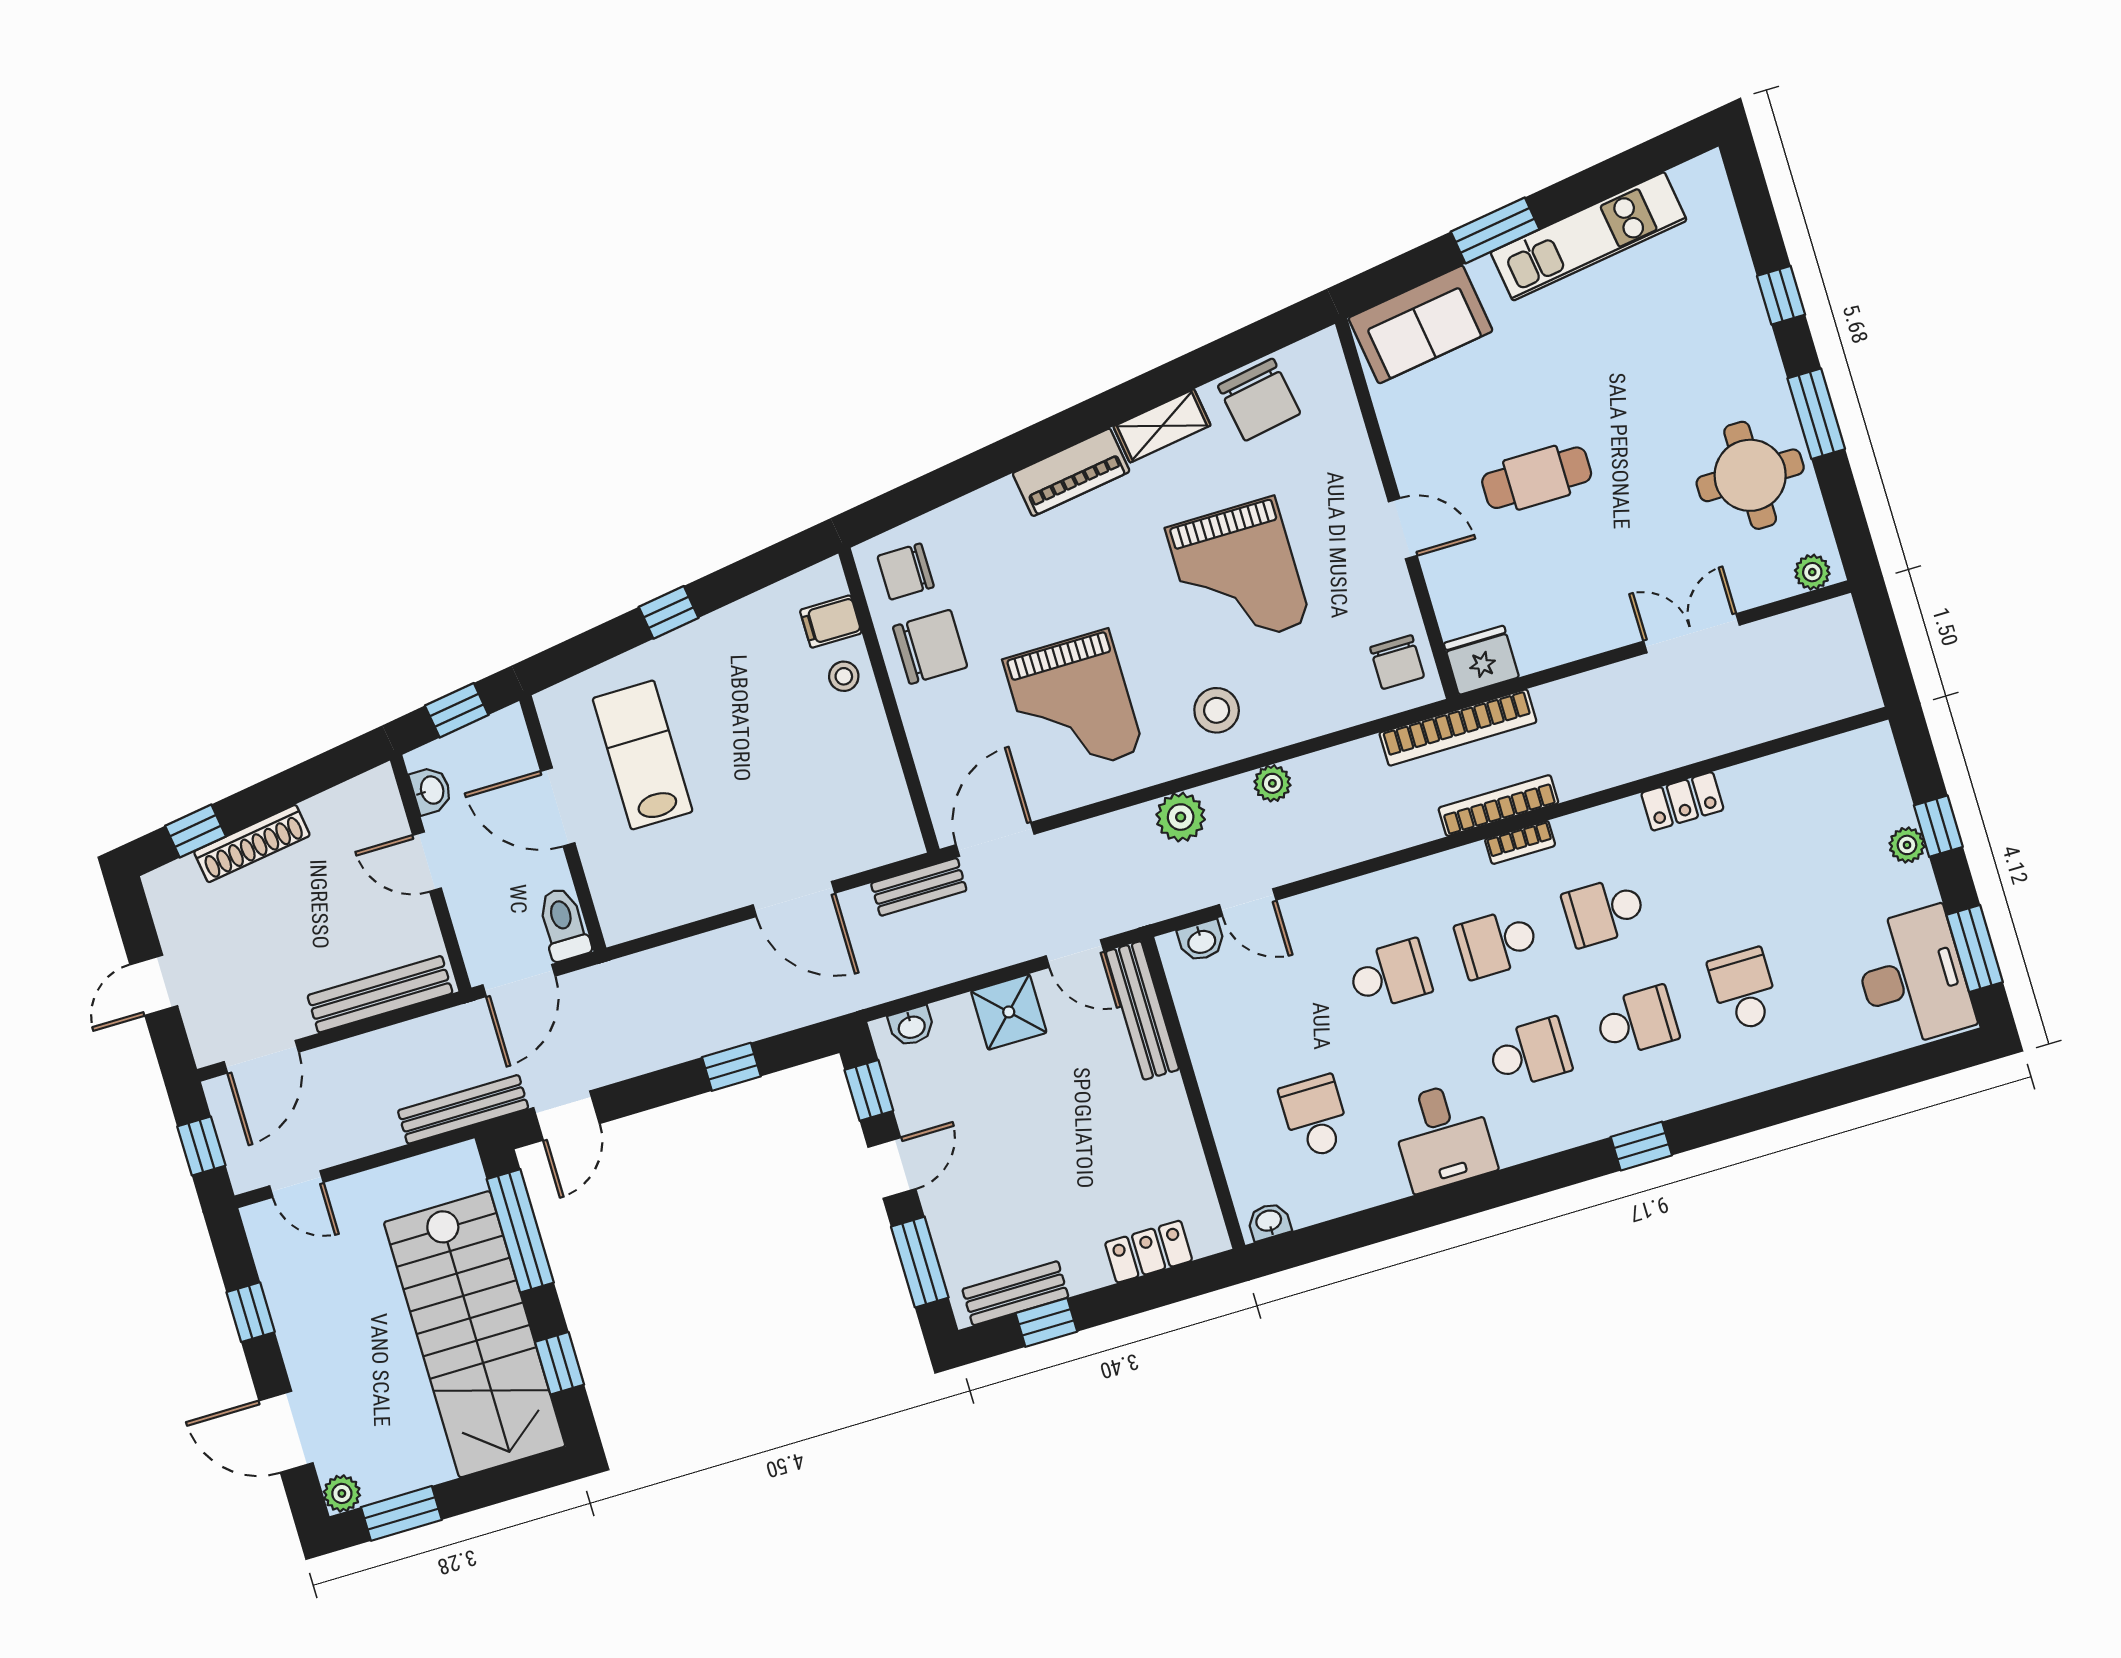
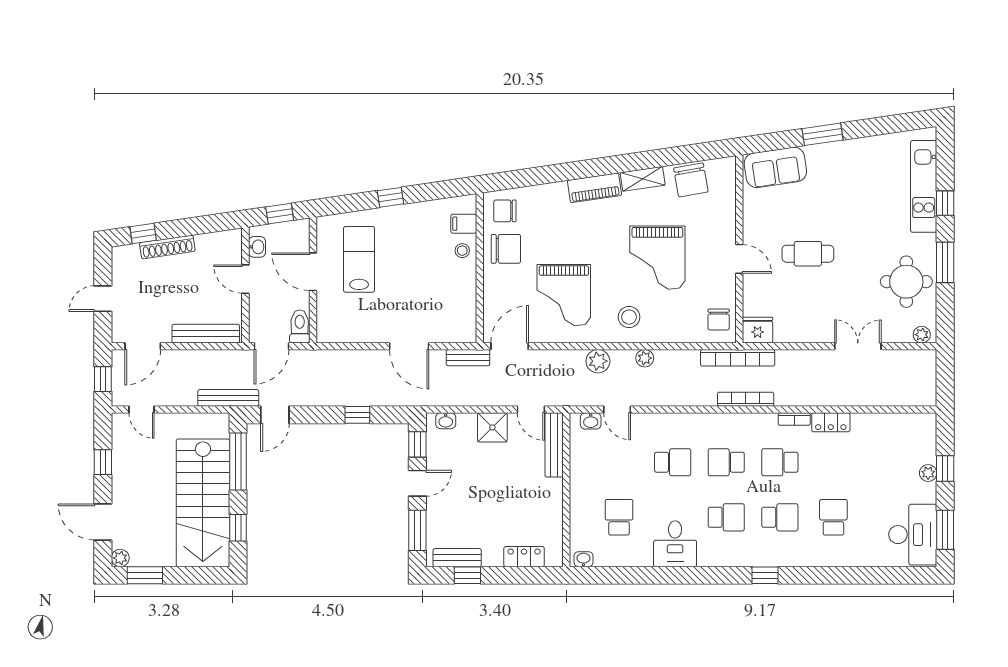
kitchen unit: (1589, 236) -> (924, 186), moved, turned 98
bookcase: (1520, 842) -> (794, 419), moved

